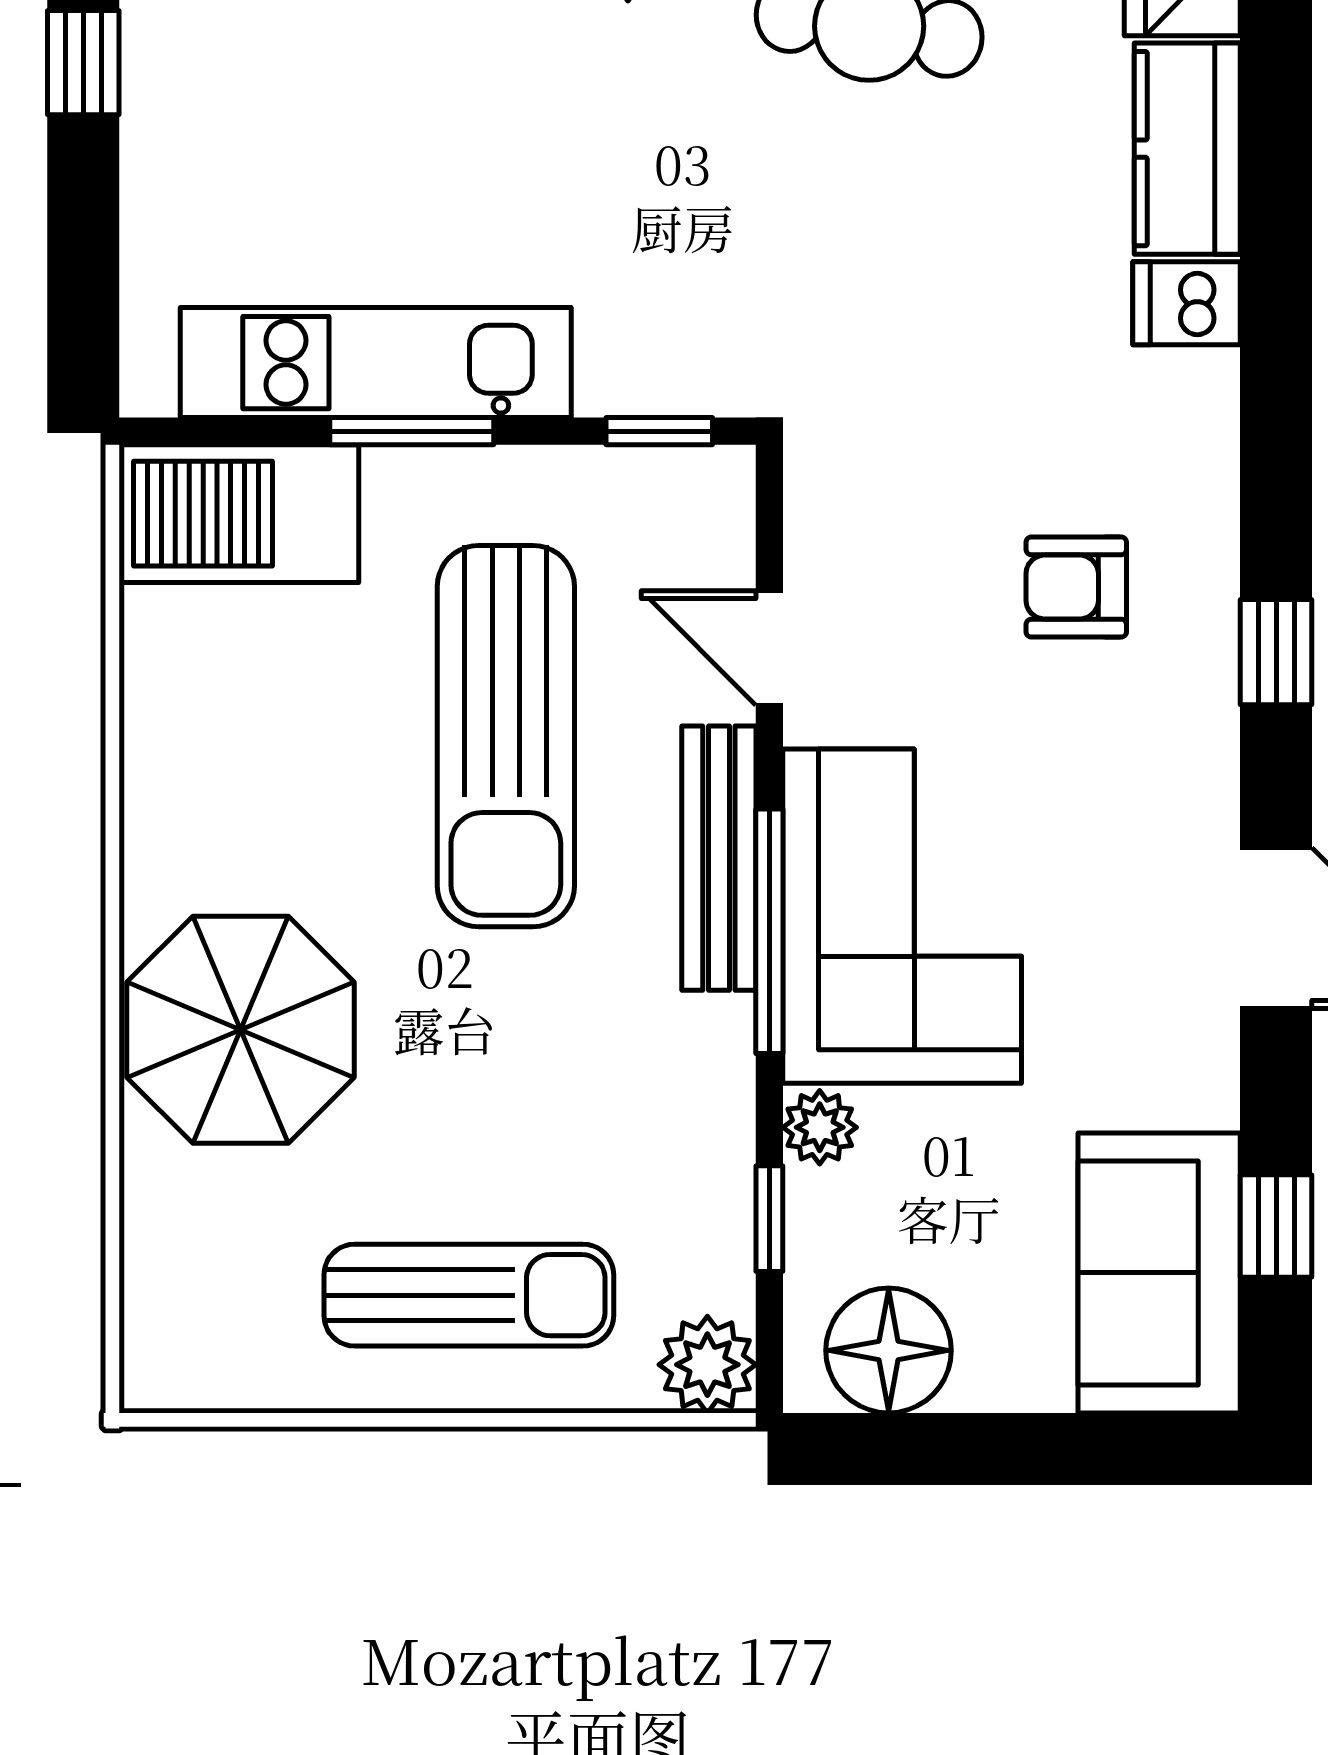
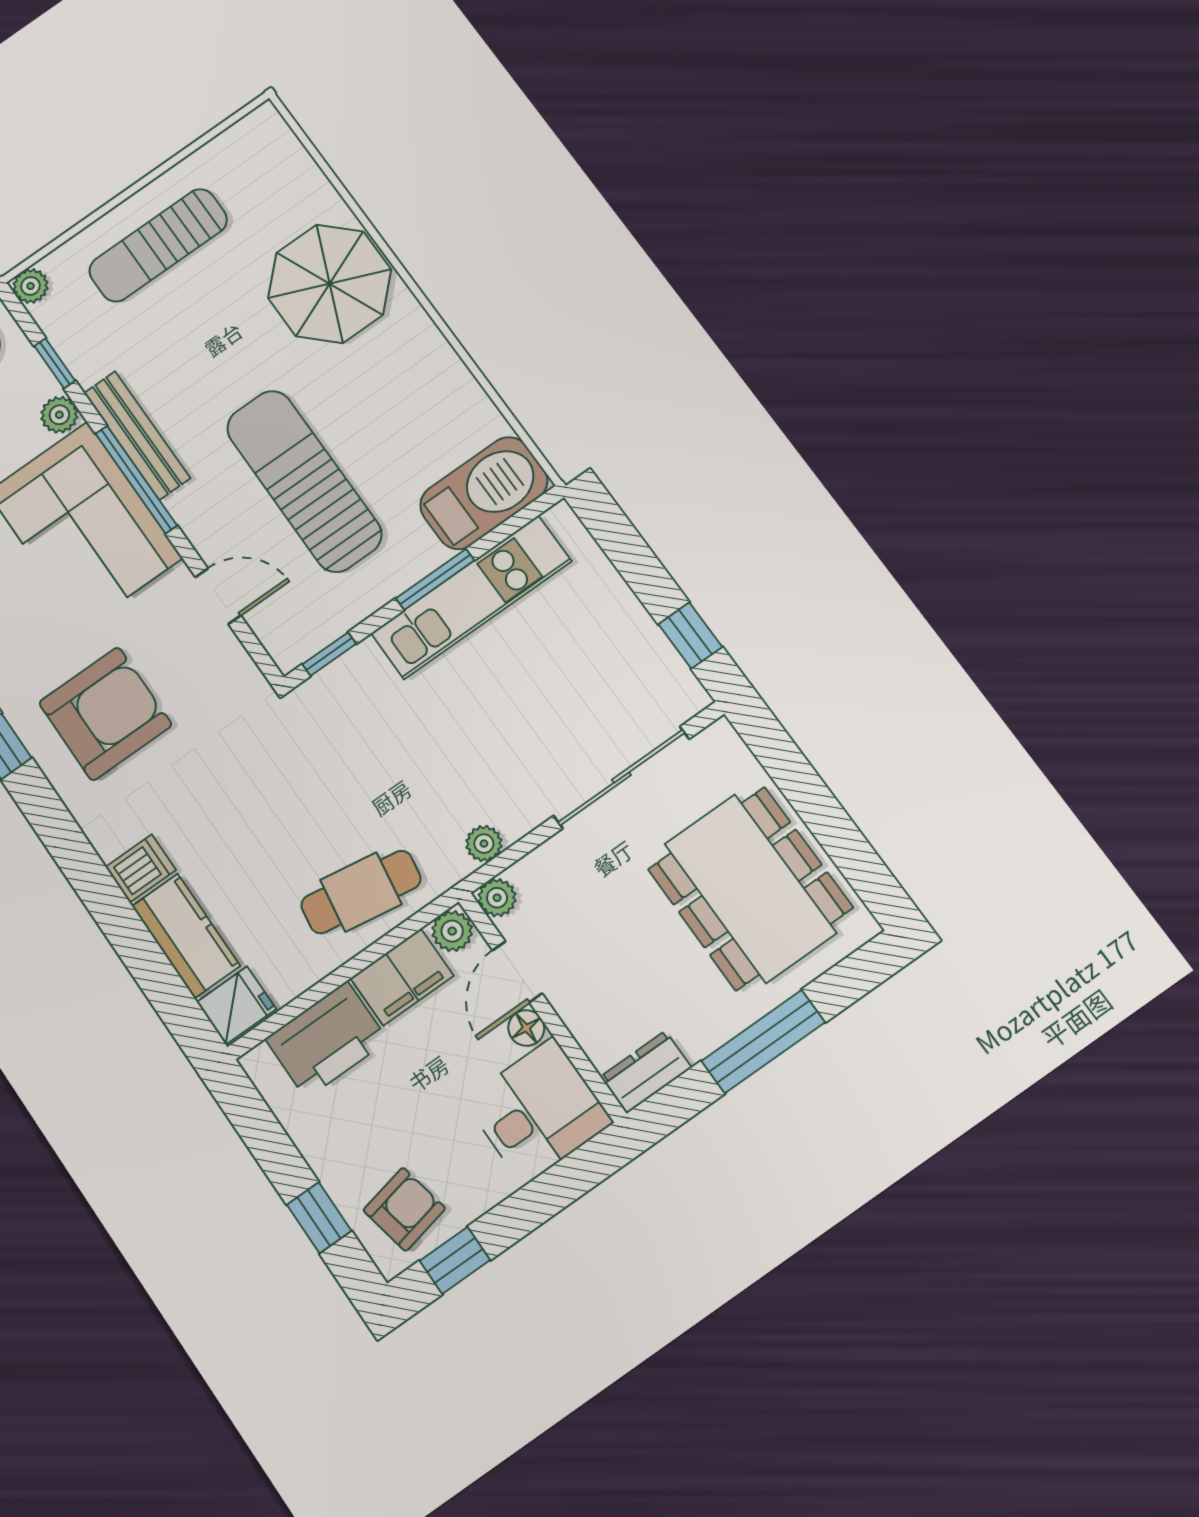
armchair: (1076, 587) -> (105, 714), width x1.88, depth x1.88
bench: (719, 858) -> (137, 435), moved
plant: (707, 1365) -> (30, 286), width x0.73, depth x0.73

